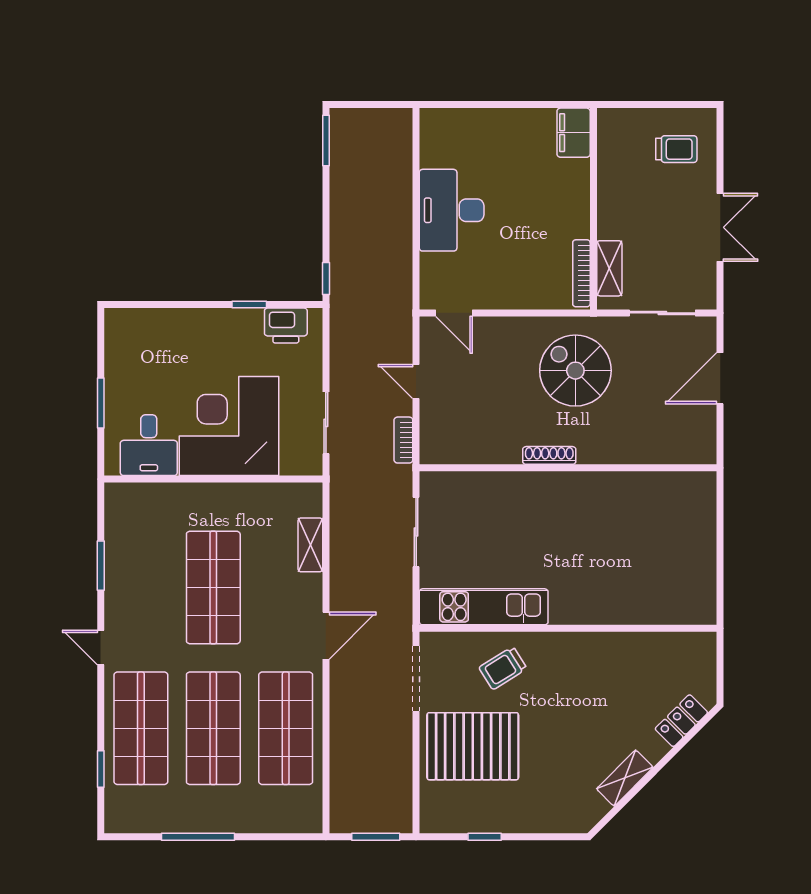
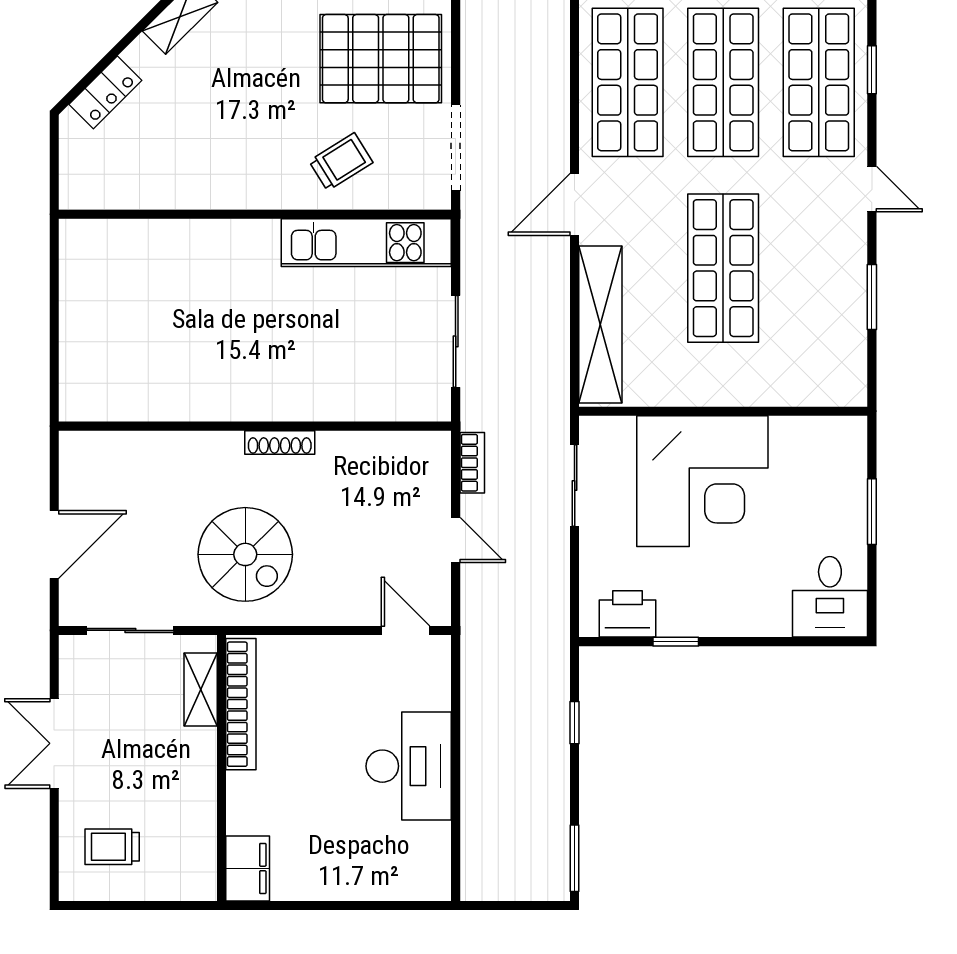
bookcase: (581, 273) -> (241, 704), width x1.48, depth x1.31
window: (326, 278) -> (575, 723), moved
desk: (149, 445) -> (830, 597), moved, turned 180
shelving: (310, 545) -> (600, 324), width x2.20, depth x1.33
window: (101, 769) -> (872, 70), moved

